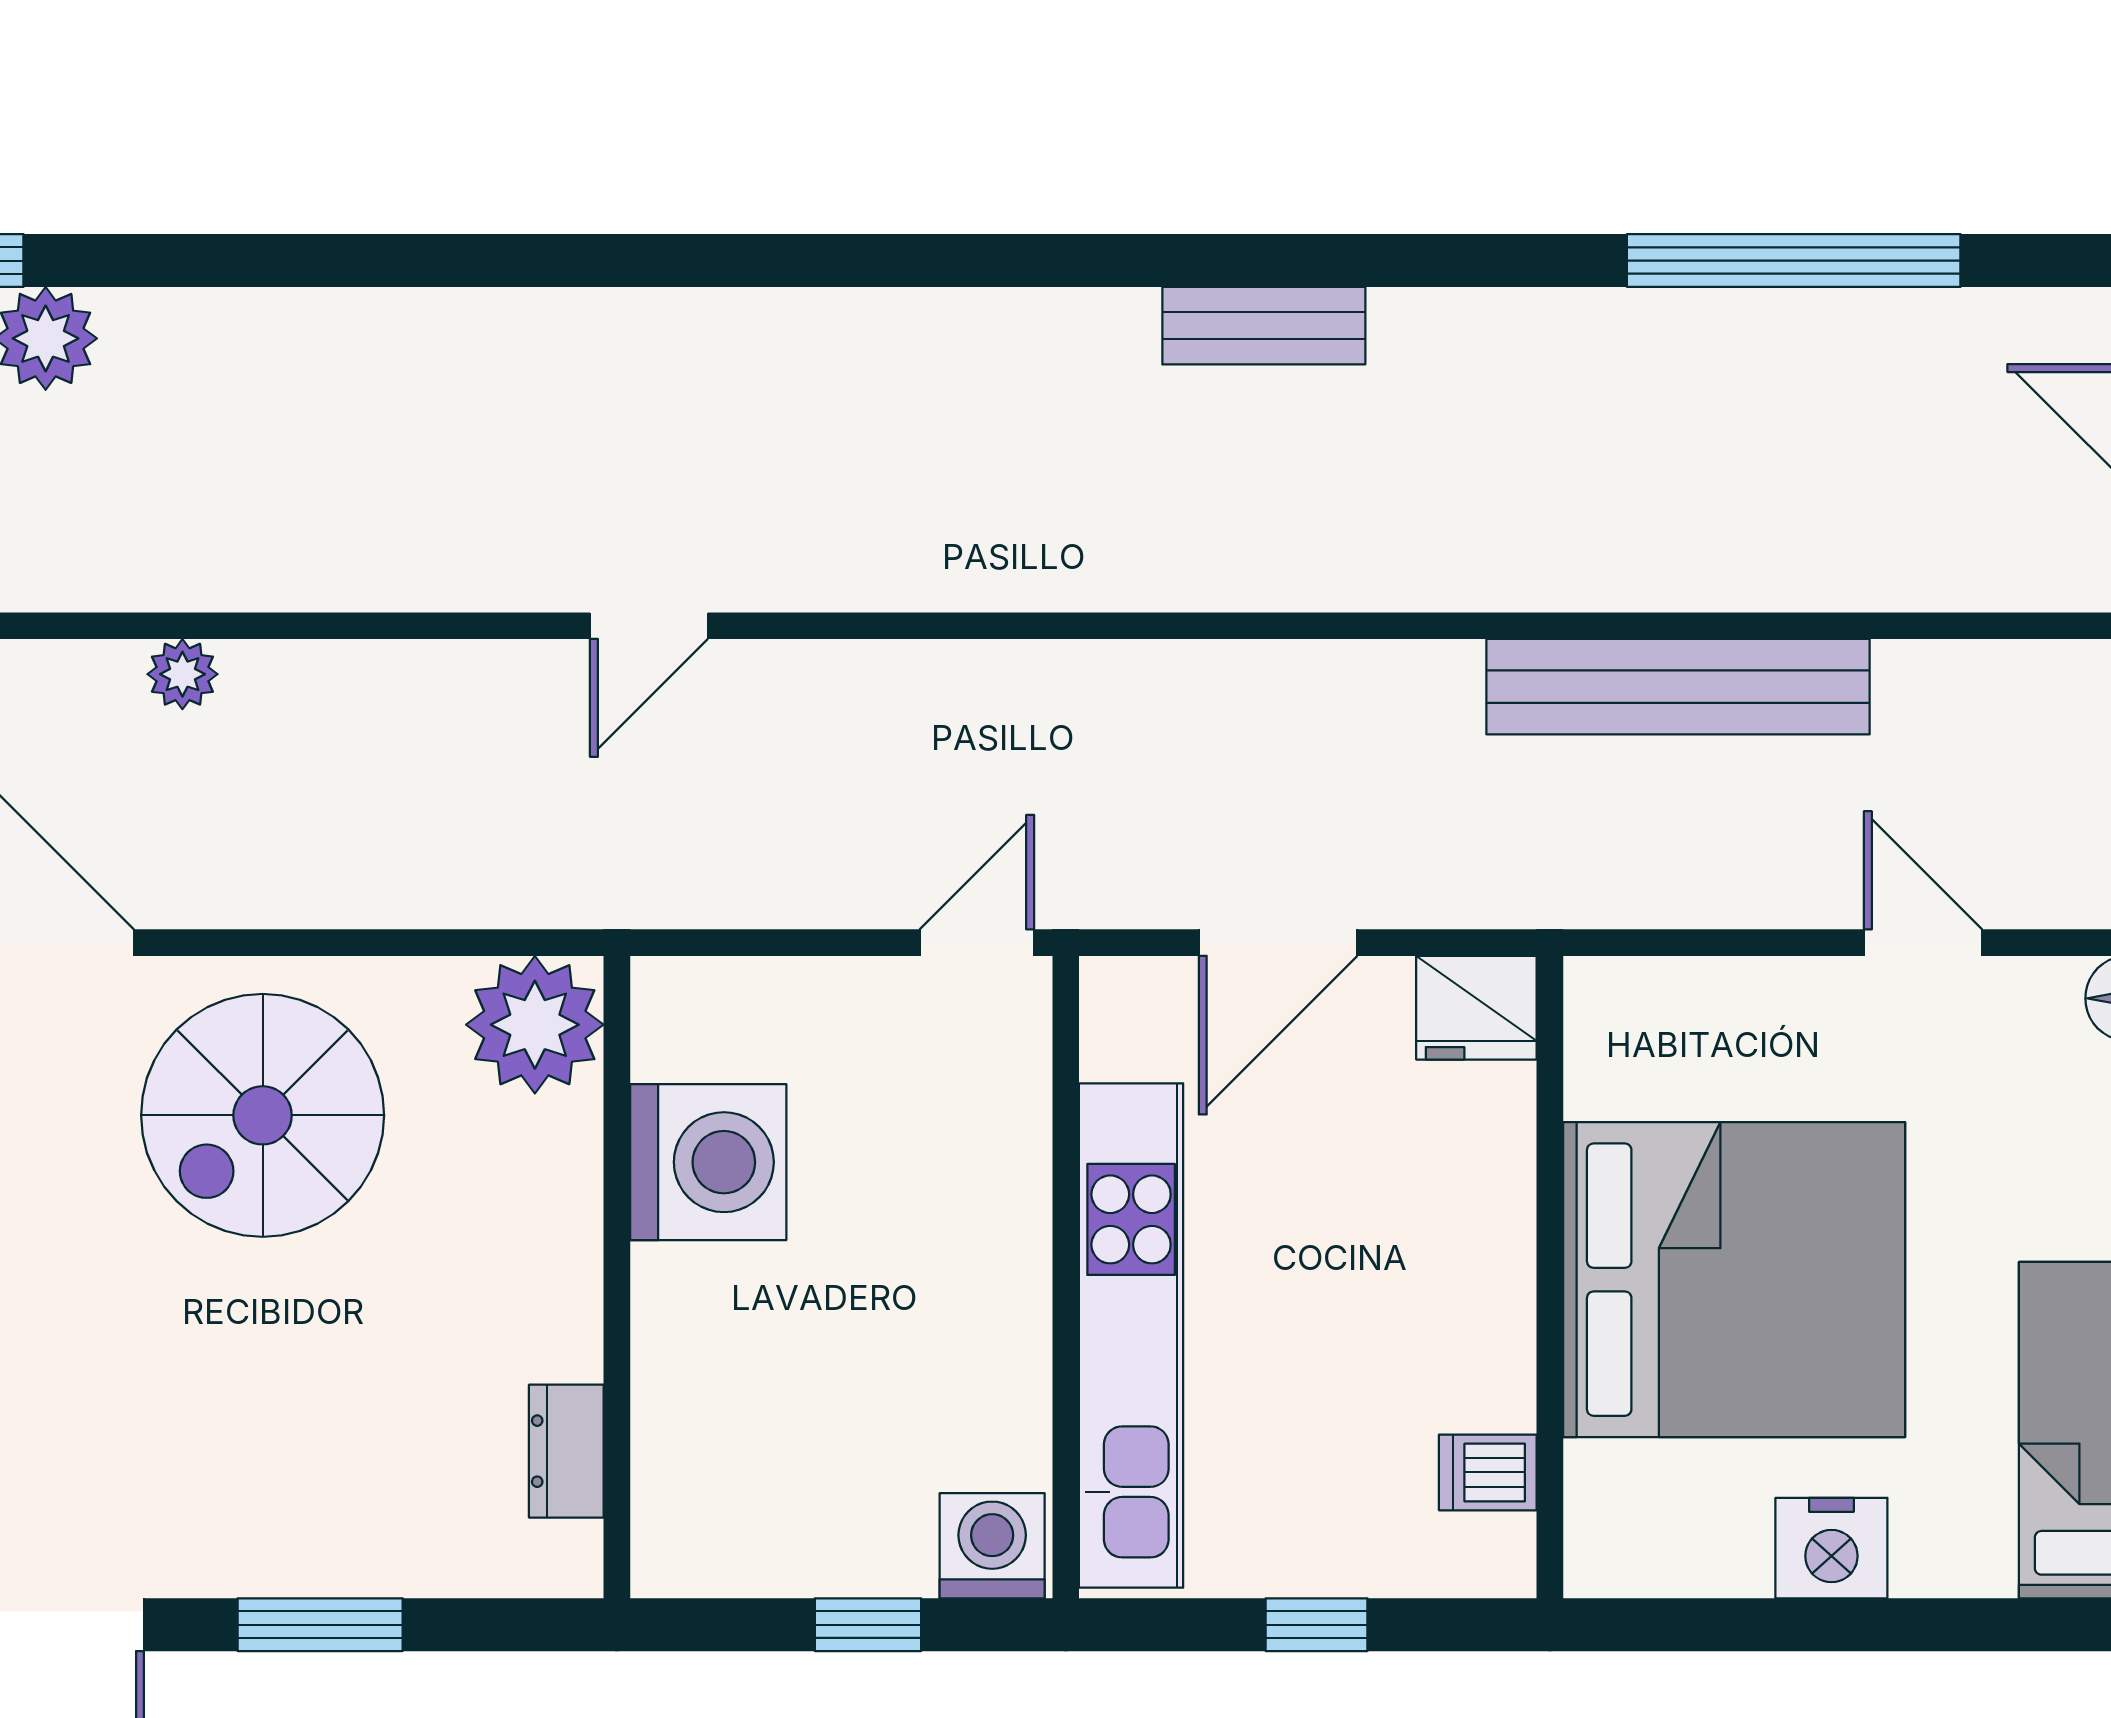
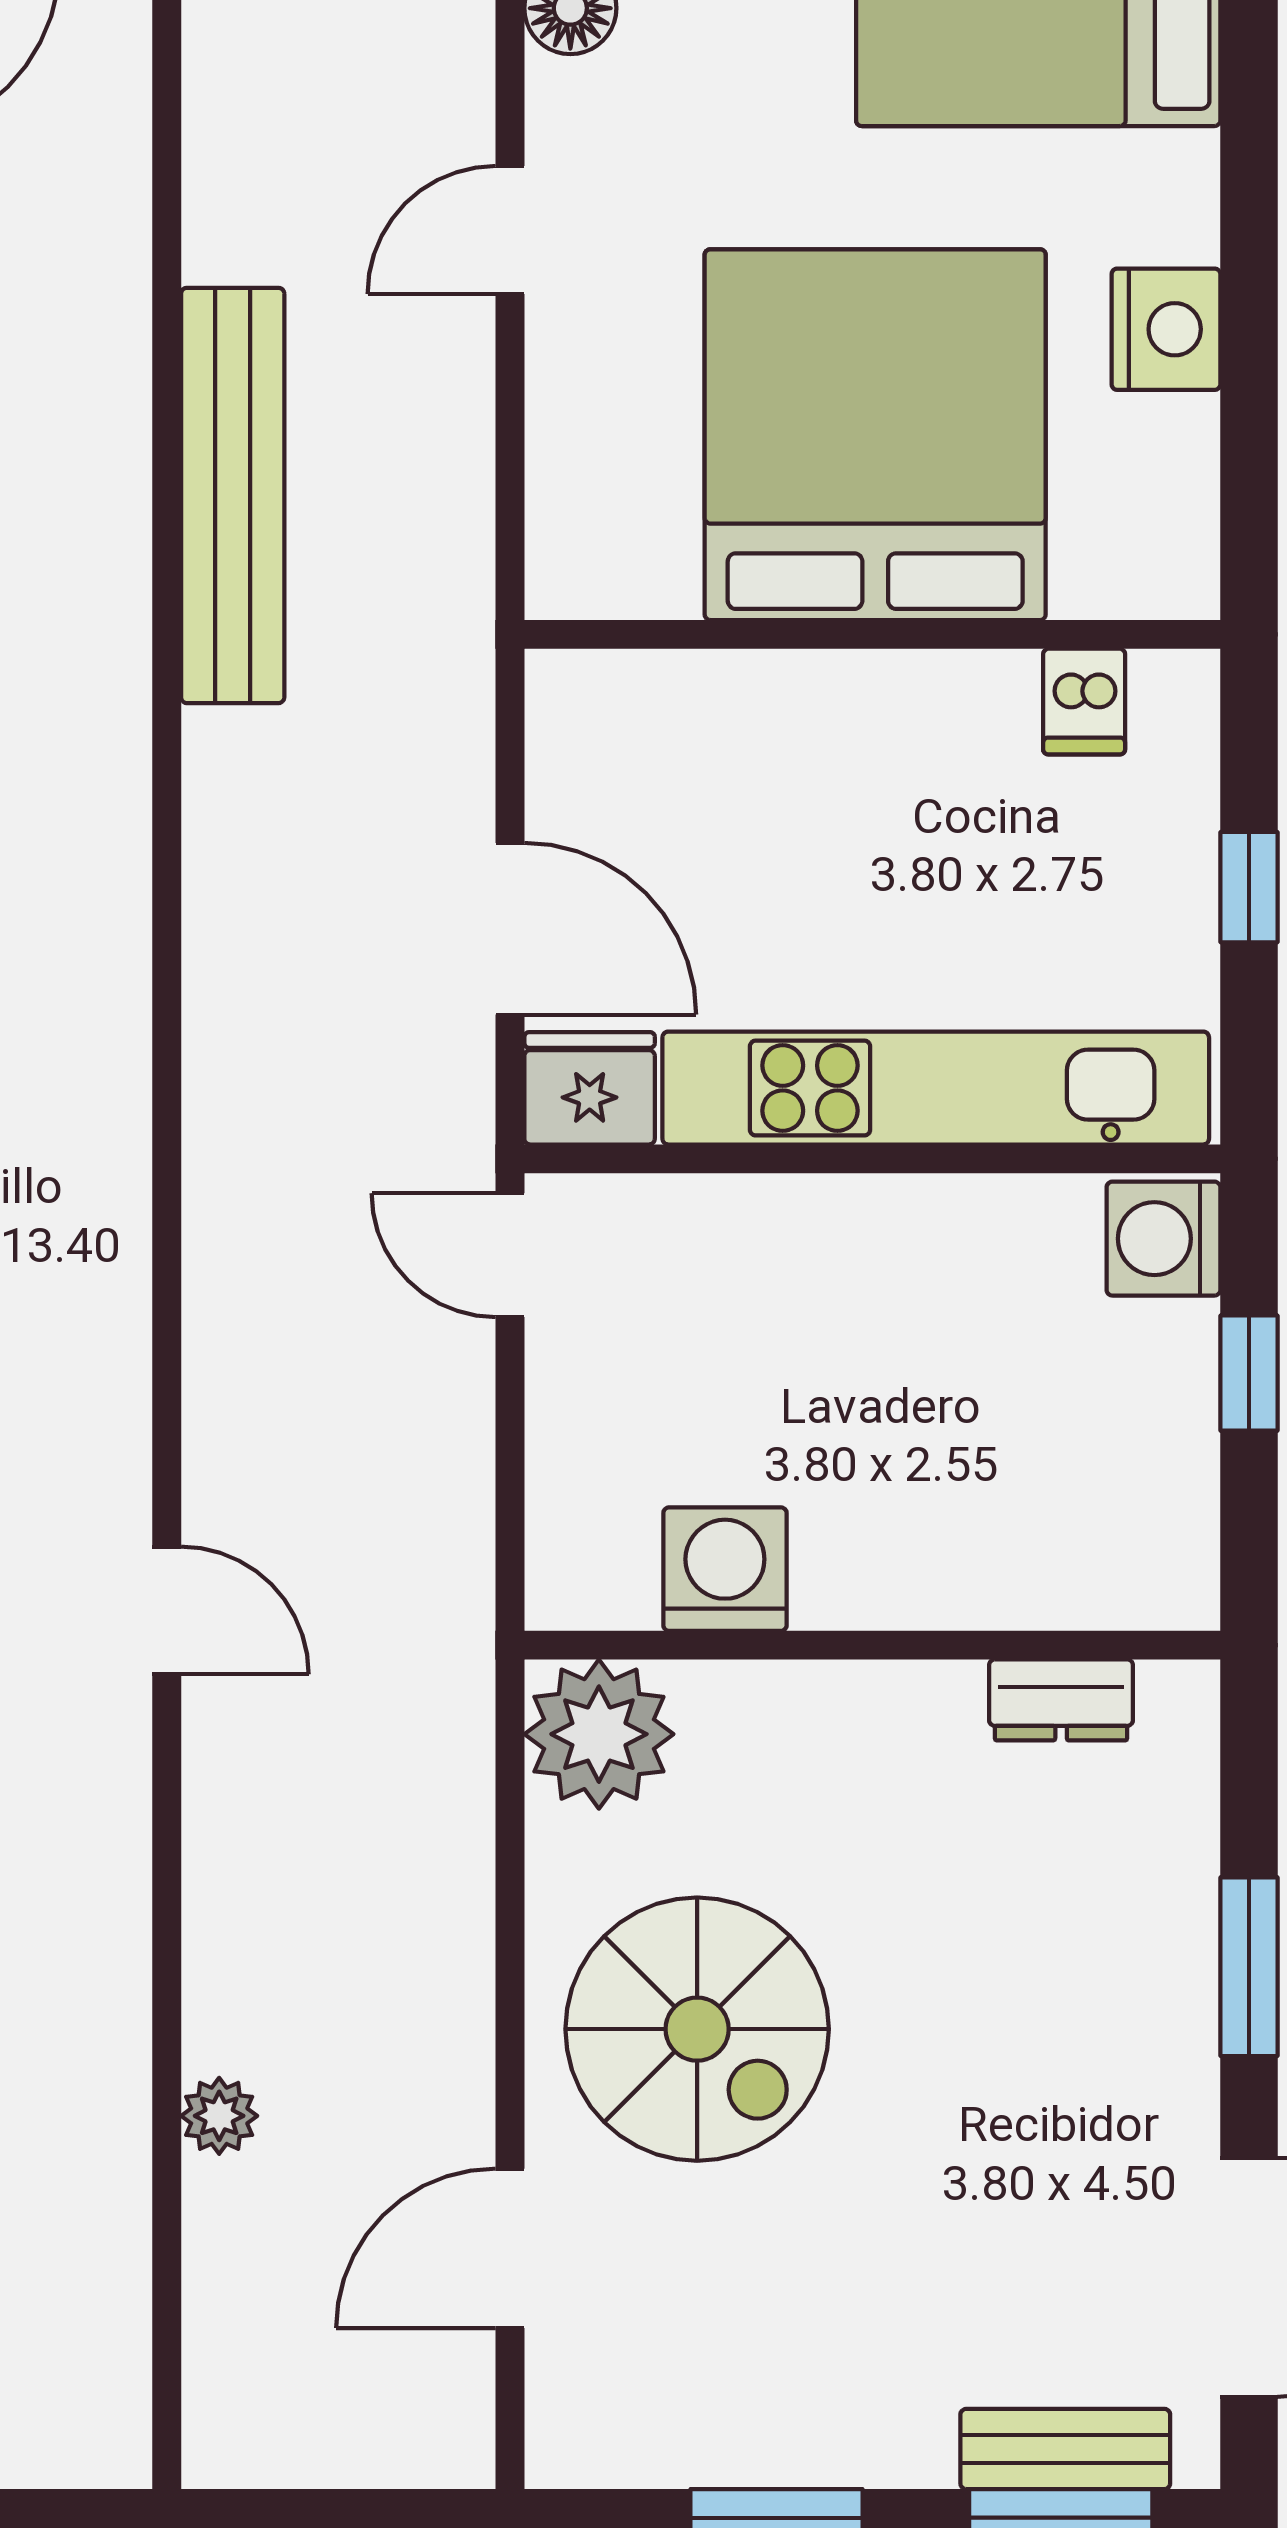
fridge: (1476, 1008) -> (590, 1088), moved, turned -90
washing machine: (708, 1162) -> (725, 1569), width x0.73, depth x0.73

